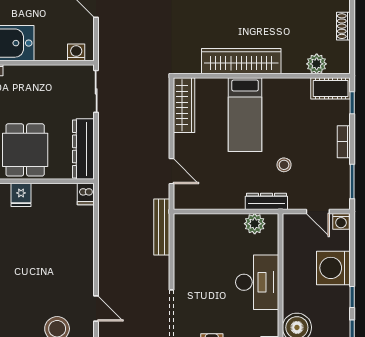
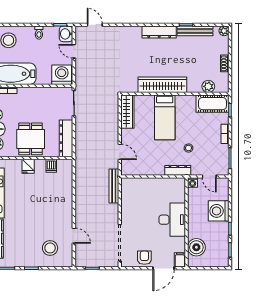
washing machine: (76, 52) -> (62, 75), width x1.89, depth x1.89
cot: (331, 88) -> (212, 104), width x1.37, depth x1.34
dishwasher: (86, 194) -> (51, 166), moved
washing machine: (341, 221) -> (192, 183), moved
plant: (255, 224) -> (171, 184), removed

